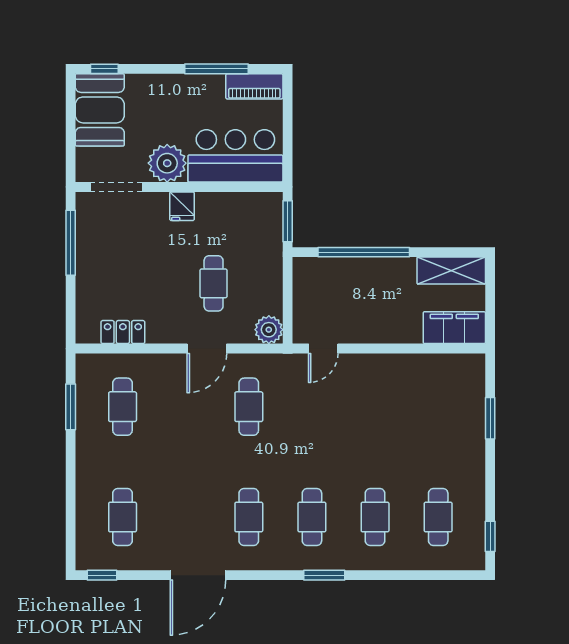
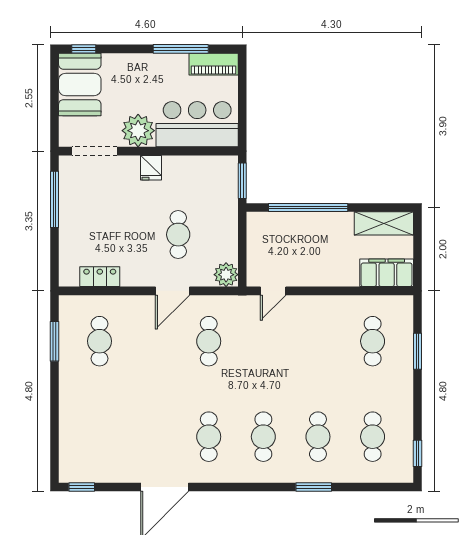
cafe table: (123, 517) -> (373, 341), moved
window: (324, 575) -> (314, 487), moved

